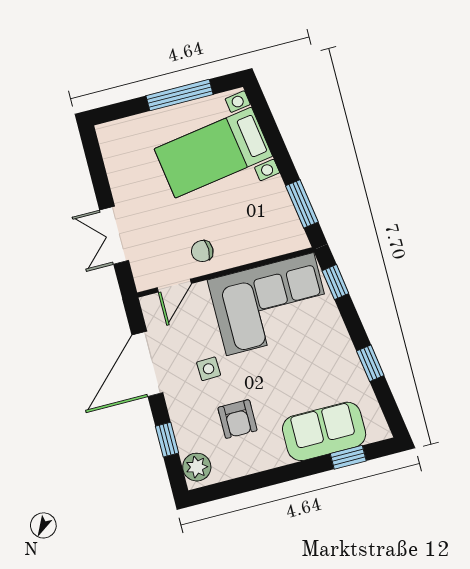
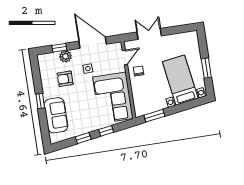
window: (179, 95) -> (206, 68), width x0.69
window: (335, 282) -> (106, 131), moved
door: (174, 286) -> (125, 57), swing flipped
window: (348, 457) -> (40, 101), moved
plant: (197, 467) -> (65, 56), moved

